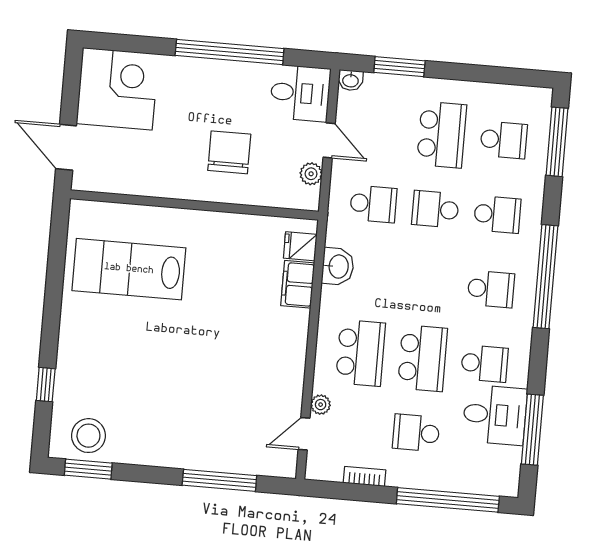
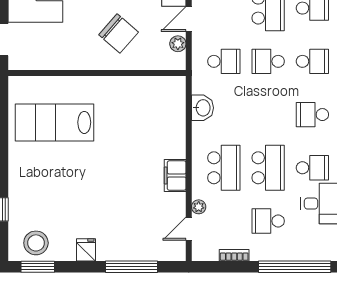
door: (329, 140) -> (189, 19), swing flipped
chair: (229, 152) -> (119, 34), turned 131
fridge: (300, 246) -> (86, 250), moved, turned 90
filing cabinet: (298, 284) -> (175, 176), moved
school desk: (491, 289) -> (312, 115), turned 180

